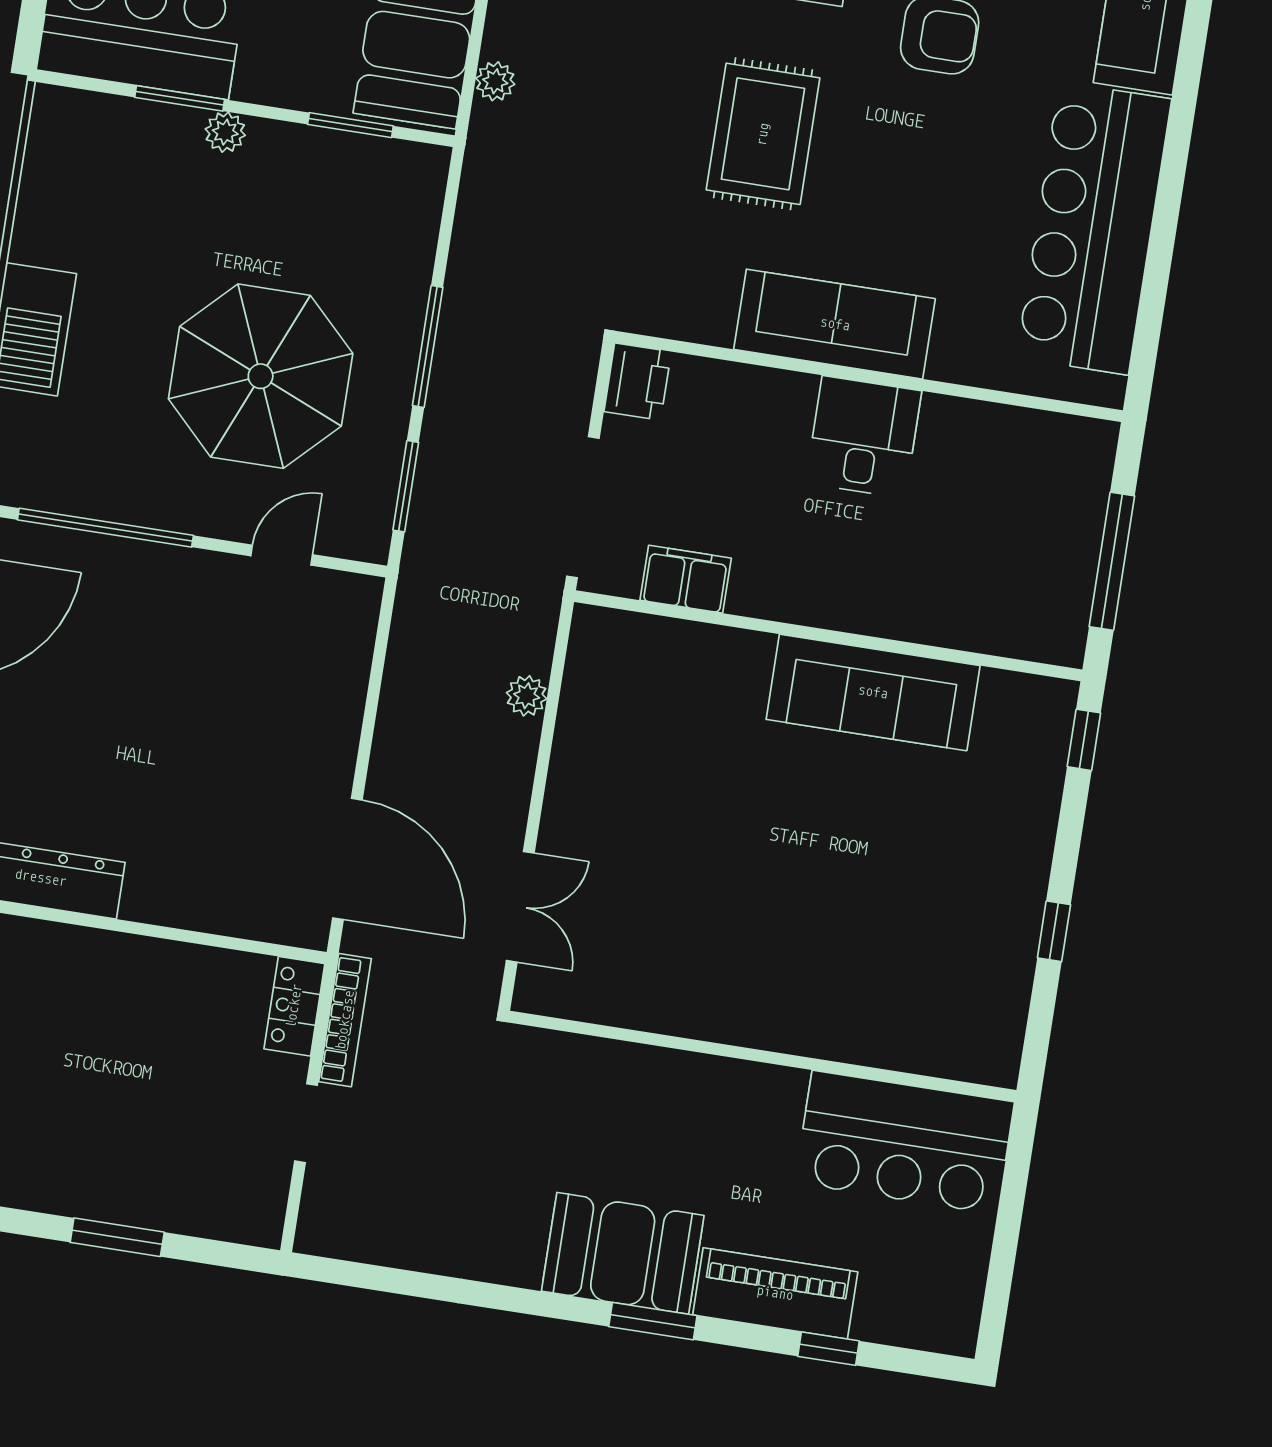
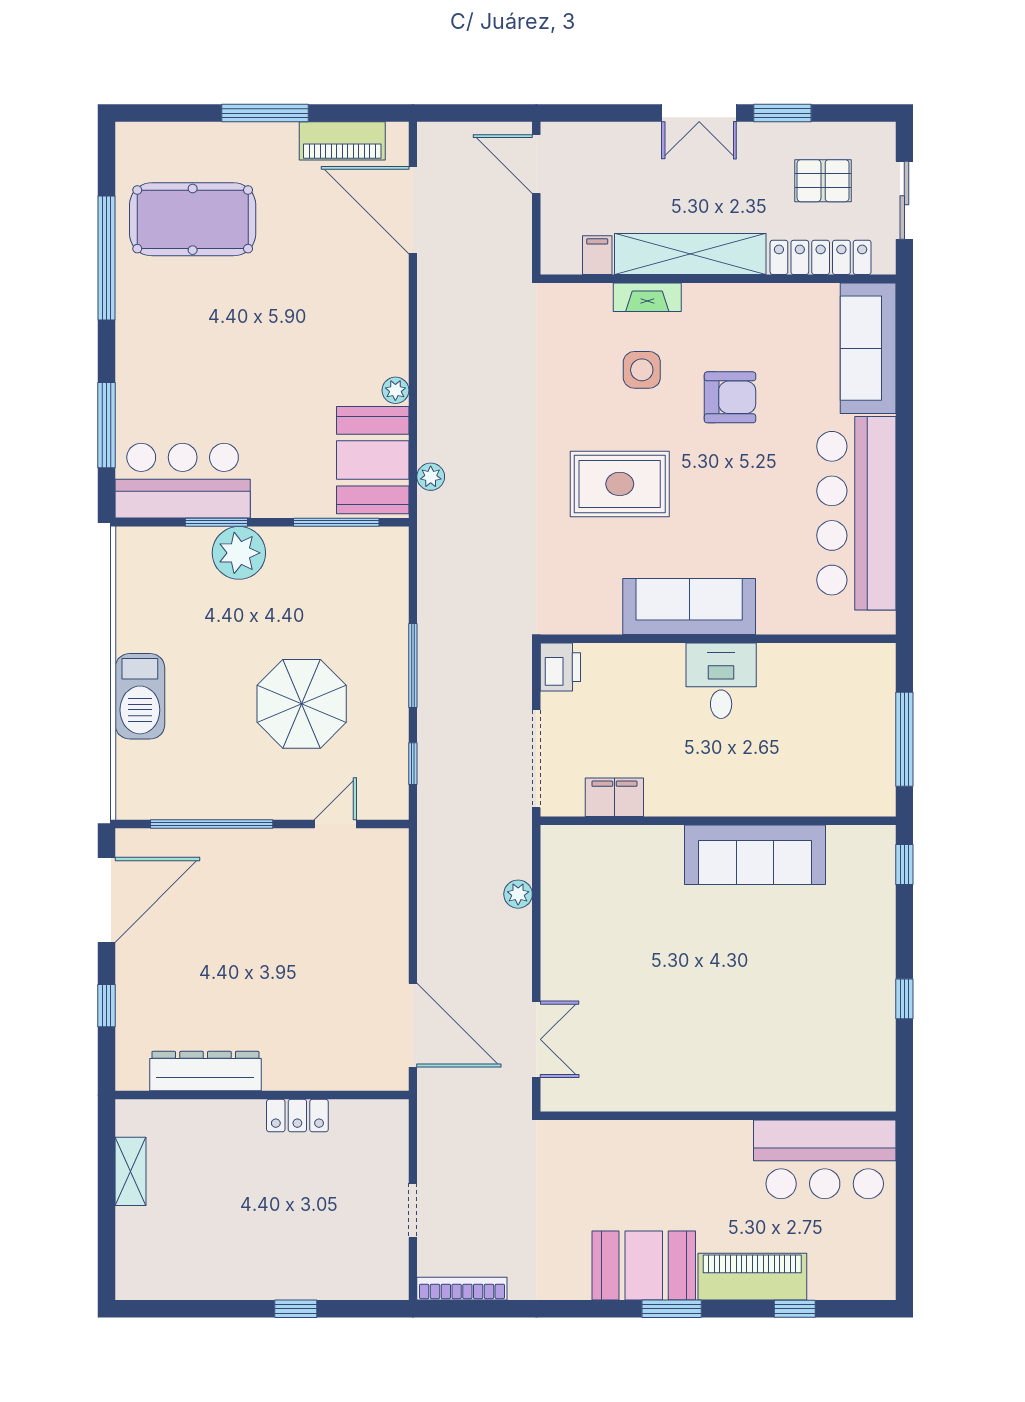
window: (350, 125) -> (336, 522), width x1.44
plant: (225, 132) -> (239, 553), width x1.88, depth x1.88
rug: (763, 134) -> (620, 484), turned 90
parasol: (261, 376) -> (302, 704), width x0.73, depth x0.73
window: (406, 486) -> (413, 764), width x0.67
locker: (294, 1006) -> (297, 1116), moved, turned -90
bookcase: (345, 1020) -> (462, 1289), moved, turned -90
window: (117, 1237) -> (296, 1309), width x0.67

